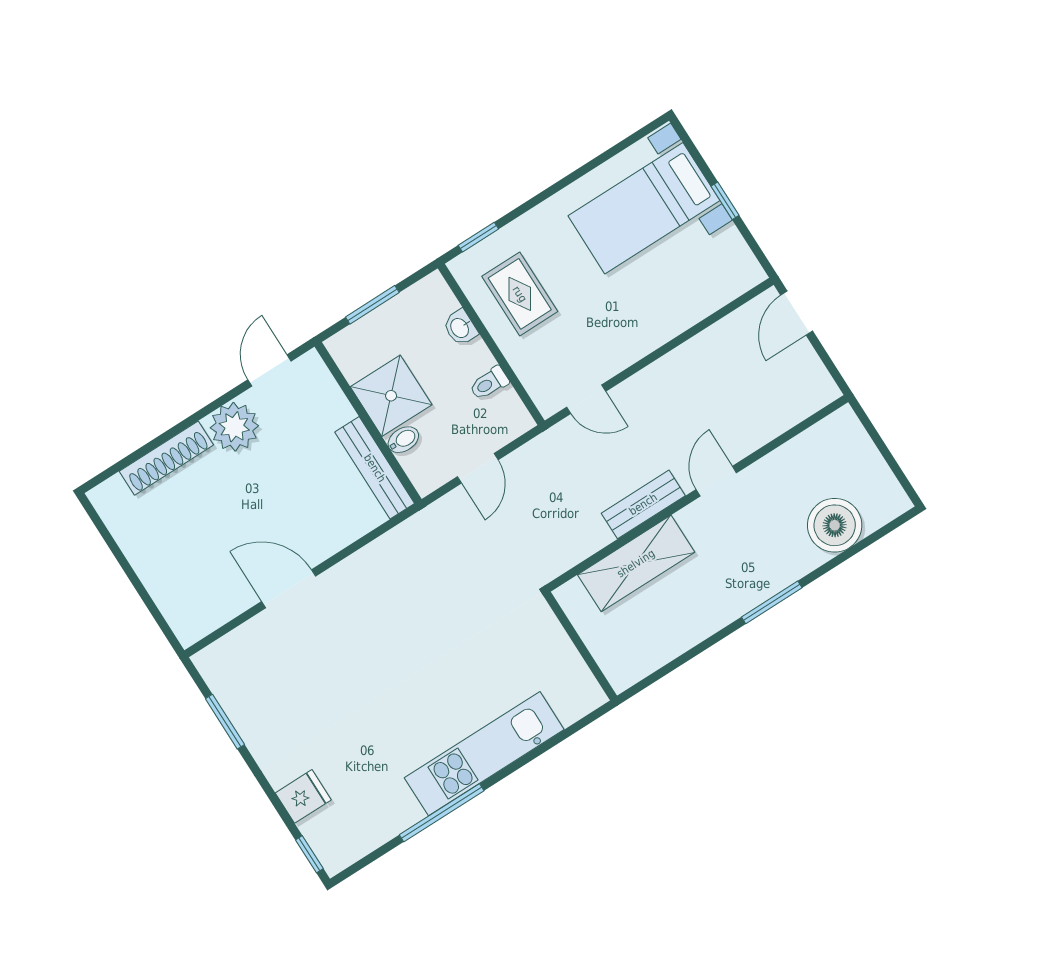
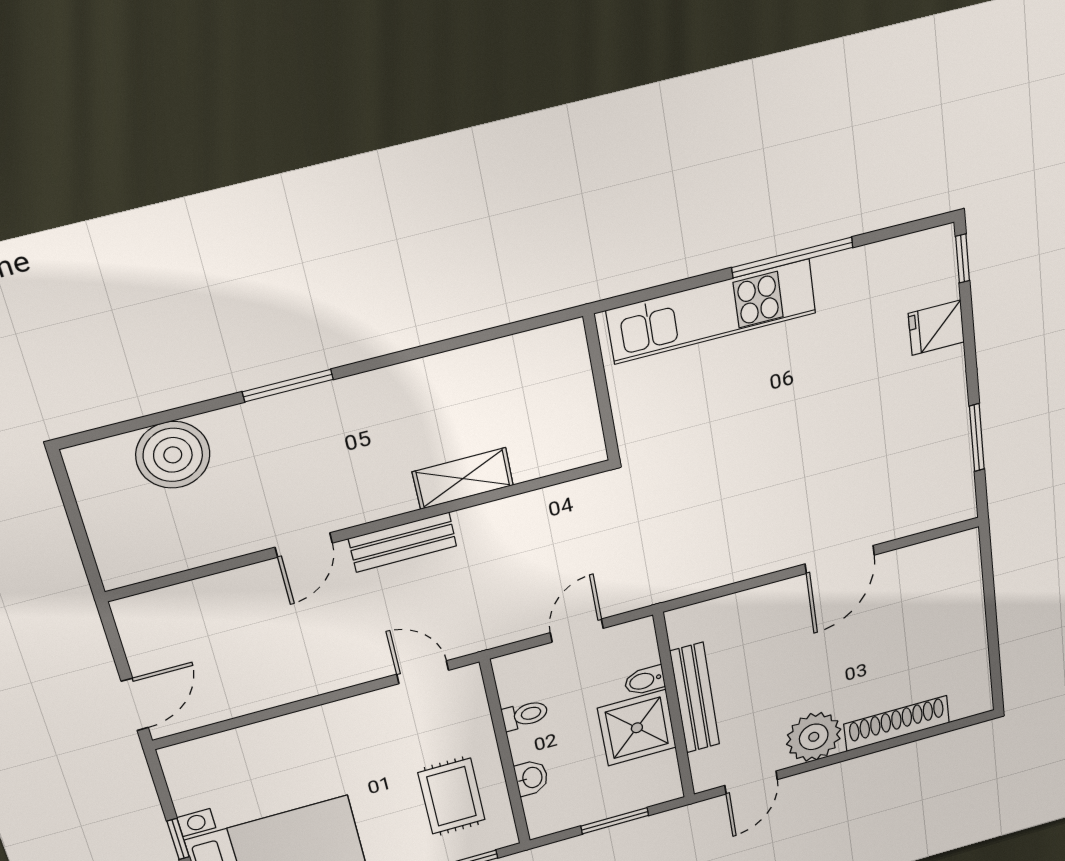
bench: (375, 468) -> (695, 698), moved
shelving: (636, 563) -> (463, 479), width x0.67, depth x0.75
door: (289, 589) -> (840, 559), hinge flipped
wall: (580, 646) -> (601, 388), moved

